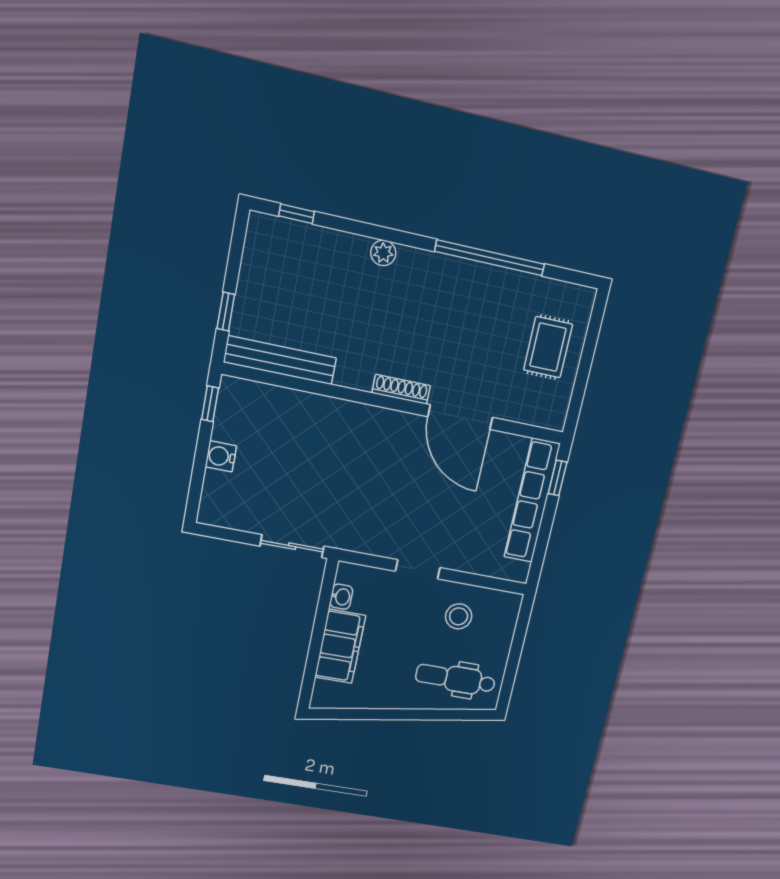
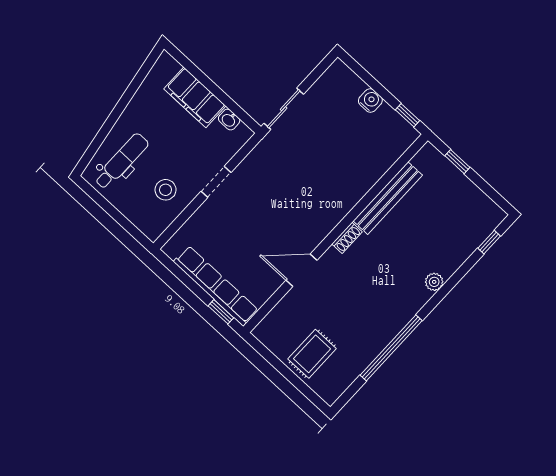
rug: (548, 347) -> (312, 354), turned 90
bench: (280, 360) -> (388, 198), moved
shoe rack: (401, 389) -> (347, 238), width x0.70
door: (460, 417) -> (301, 270), width x0.73

